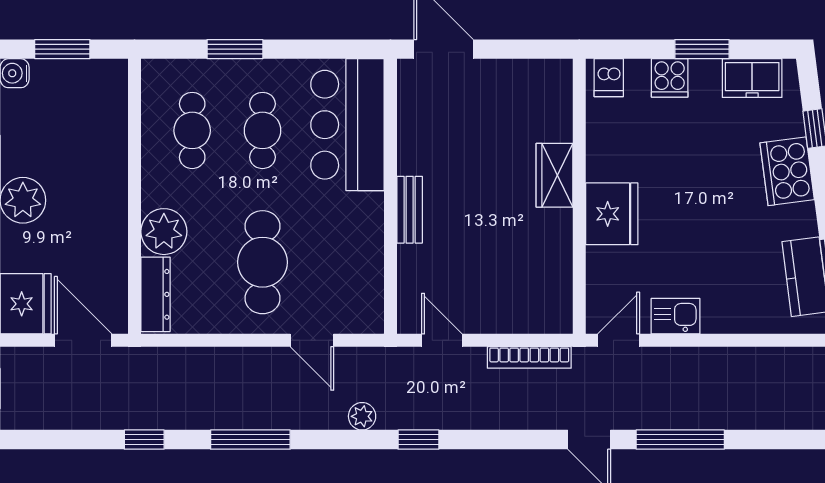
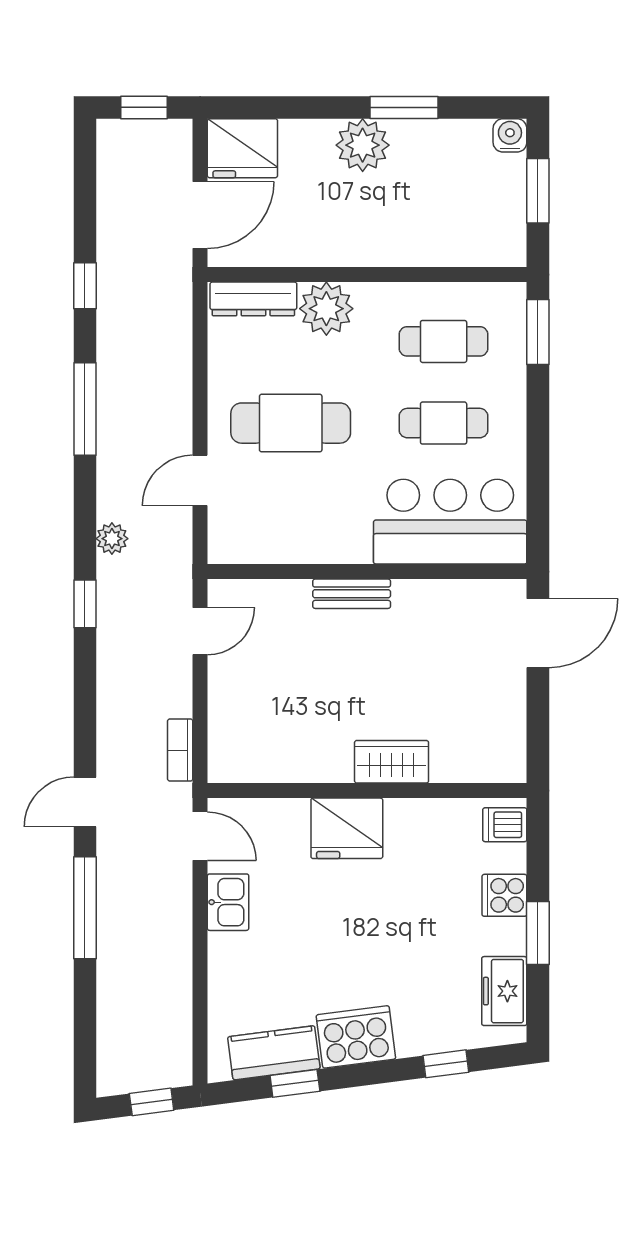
window: (235, 49) -> (538, 332), moved
cooker: (787, 171) -> (356, 1037), moved
bookcase: (529, 357) -> (180, 750), width x0.64

